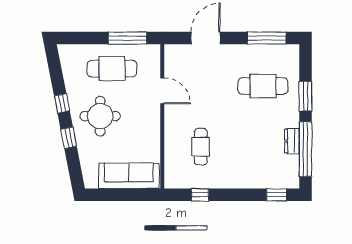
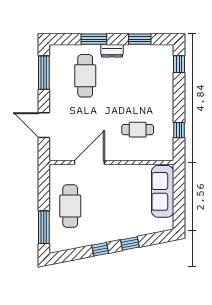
window: (128, 38) -> (44, 227), moved
door: (162, 91) -> (89, 163), width x1.36
round table: (100, 116) -> (111, 216), removed
dresser: (292, 141) -> (112, 51), moved
window: (305, 149) -> (140, 39), width x0.47

